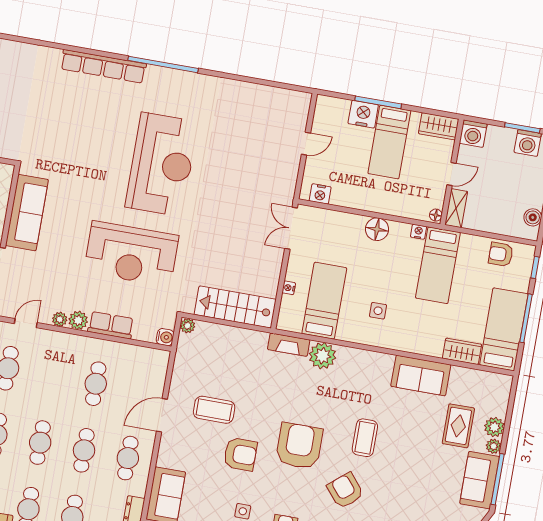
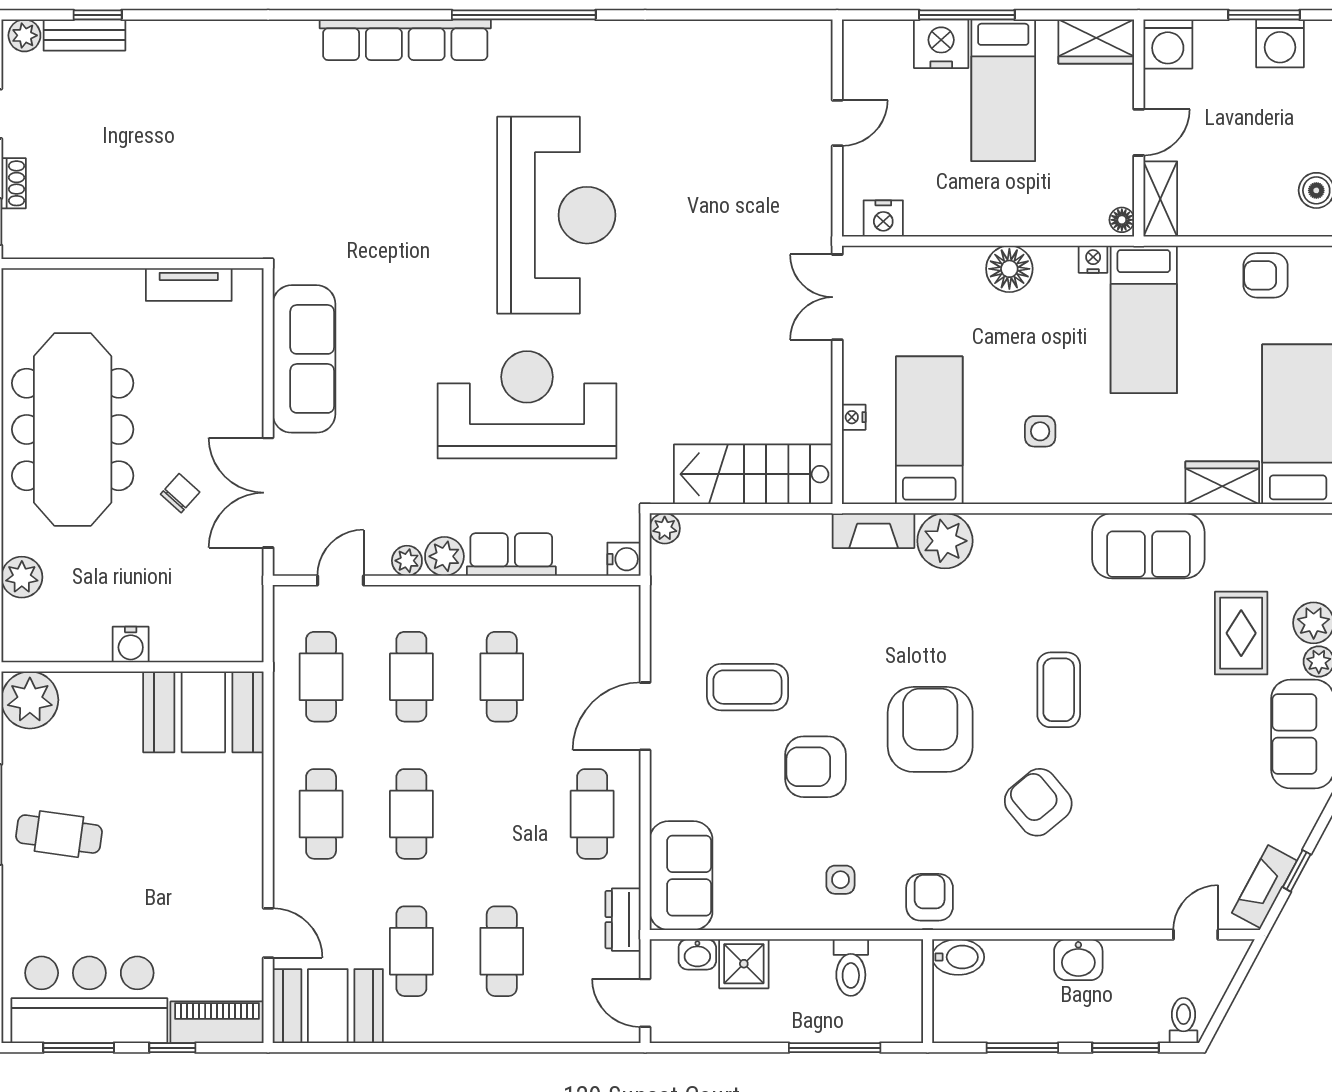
reception desk: (131, 254) -> (527, 405), turned 180
cafe table: (84, 450) -> (411, 677), moved
armchair: (240, 454) -> (816, 767), turned 180

